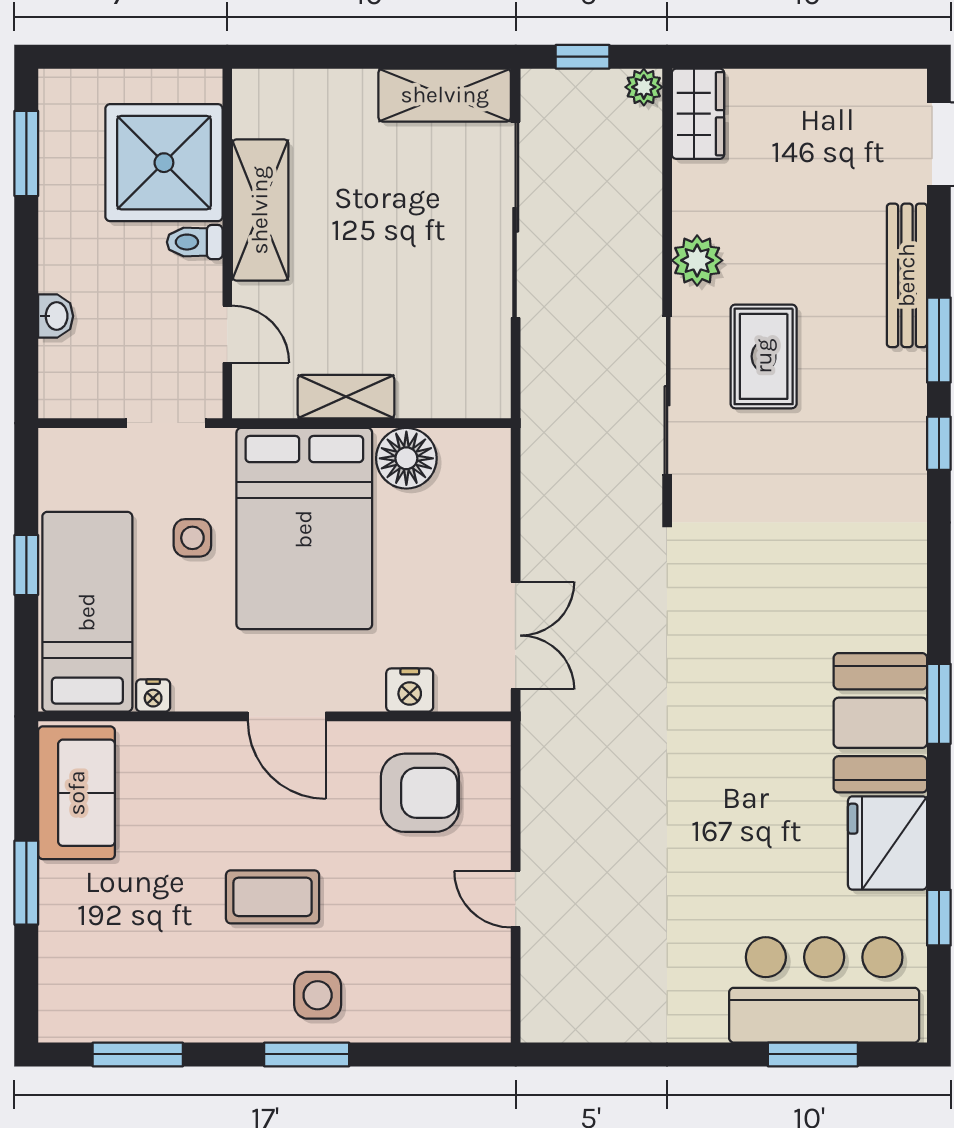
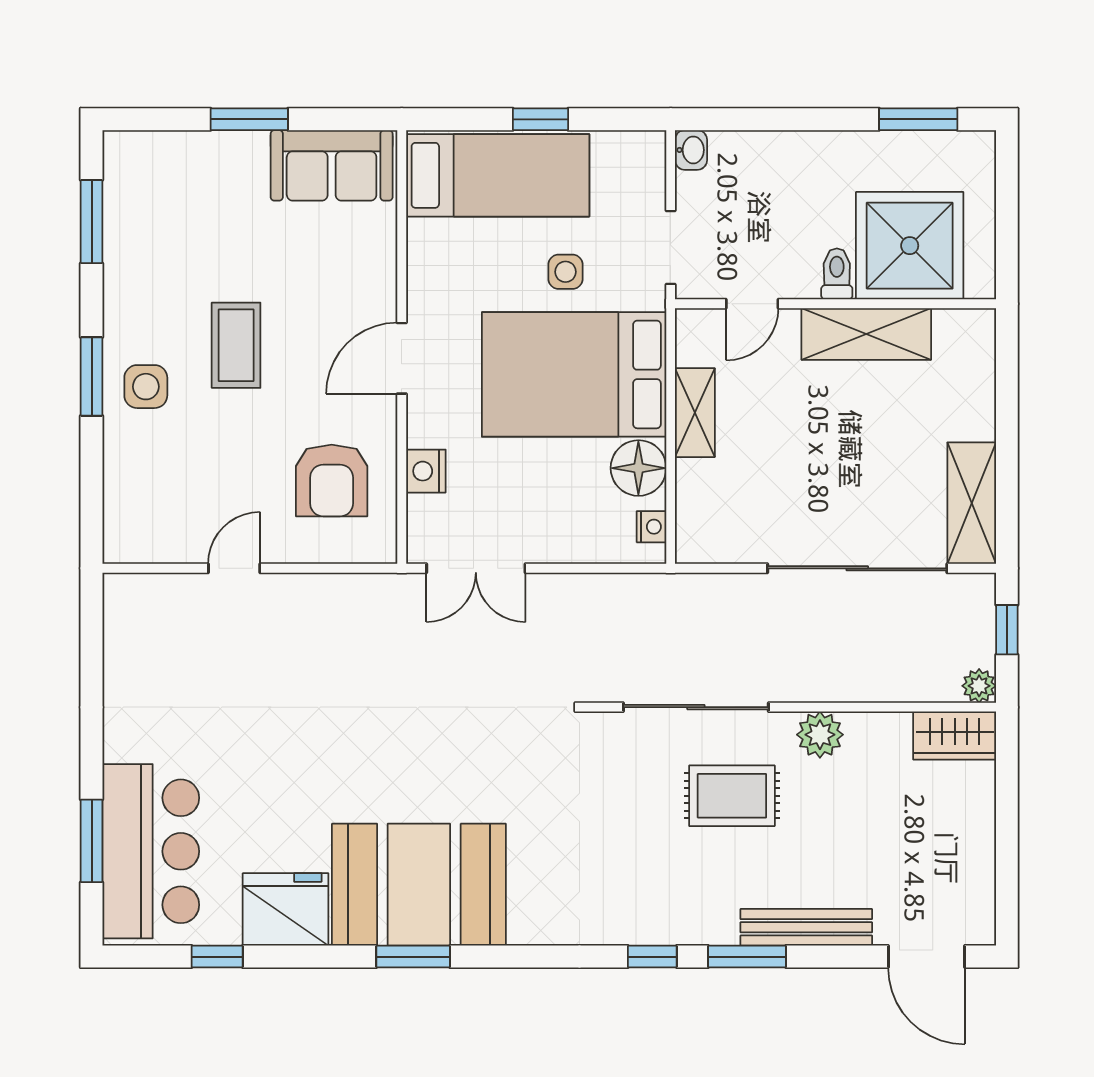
washbasin: (56, 316) -> (691, 150), moved, turned -90
nightstand: (153, 696) -> (652, 527), moved, turned 180
booth: (880, 723) -> (419, 885), width x1.36, depth x1.42

